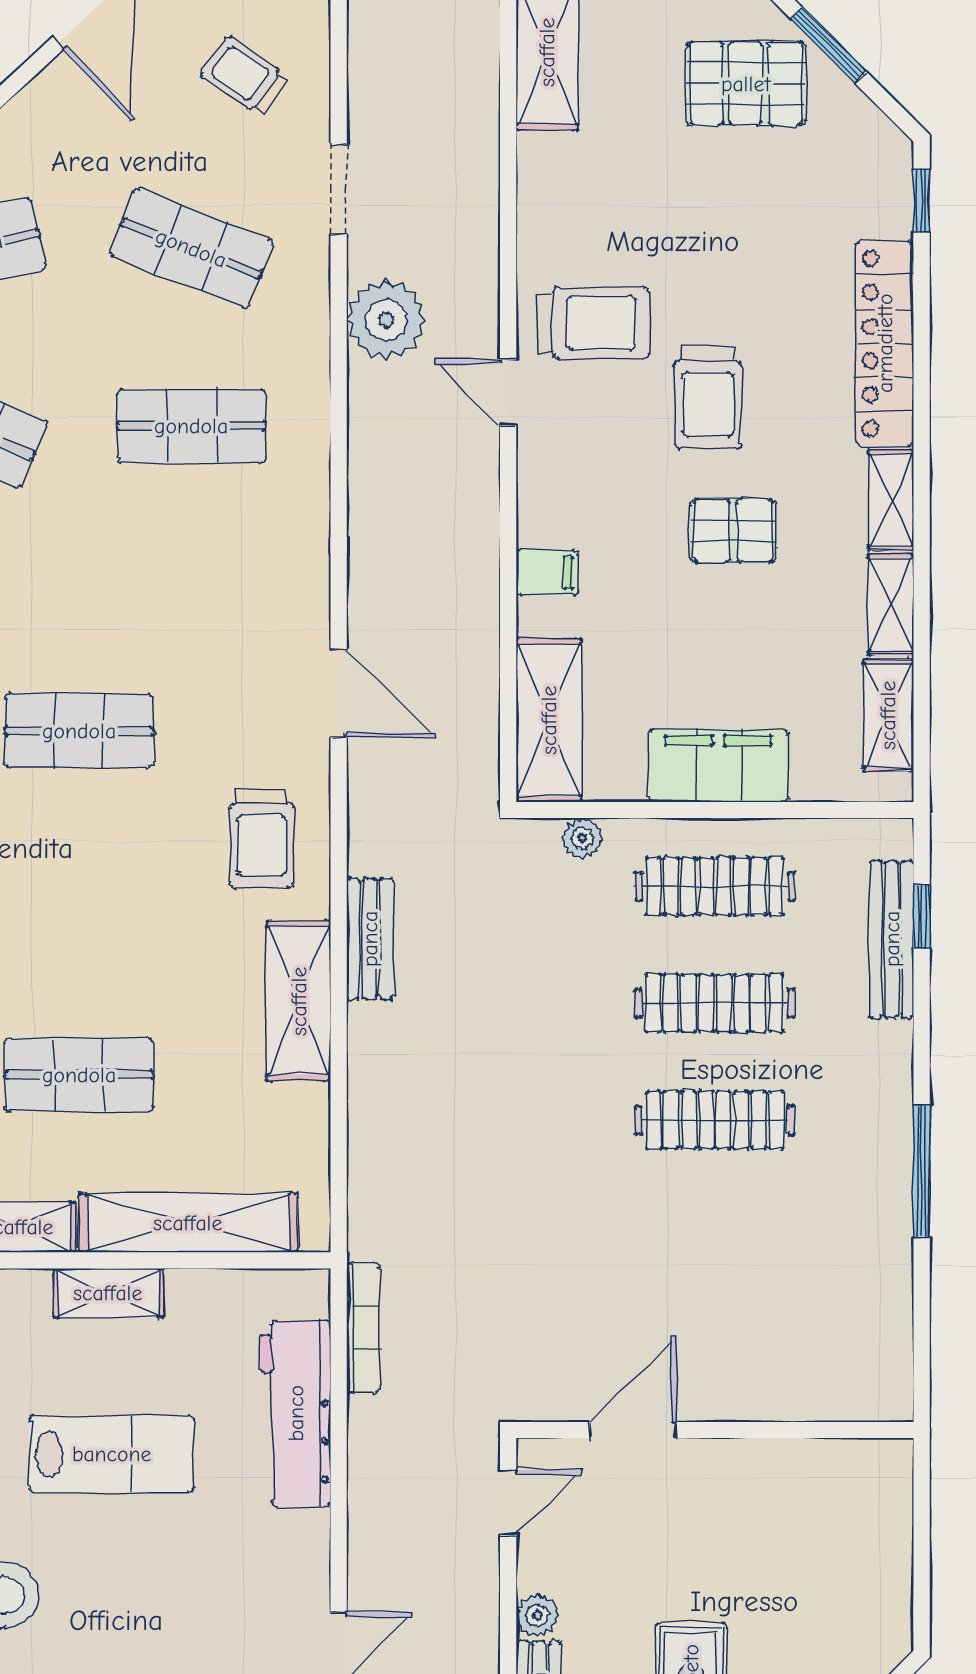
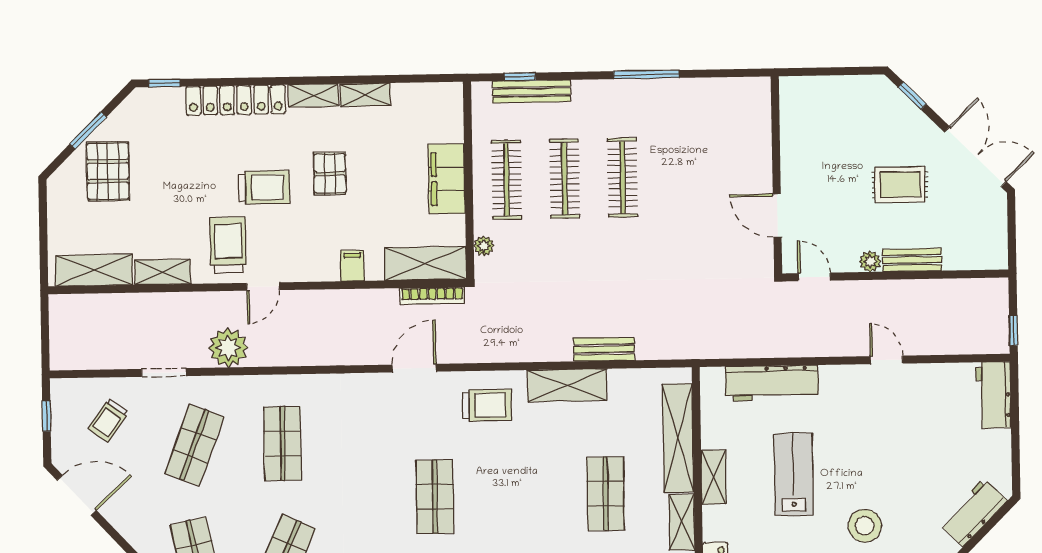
shelving: (888, 715) -> (163, 272), moved
bench: (370, 939) -> (604, 349), moved
bookcase: (363, 1327) -> (432, 296), moved, turned 180

